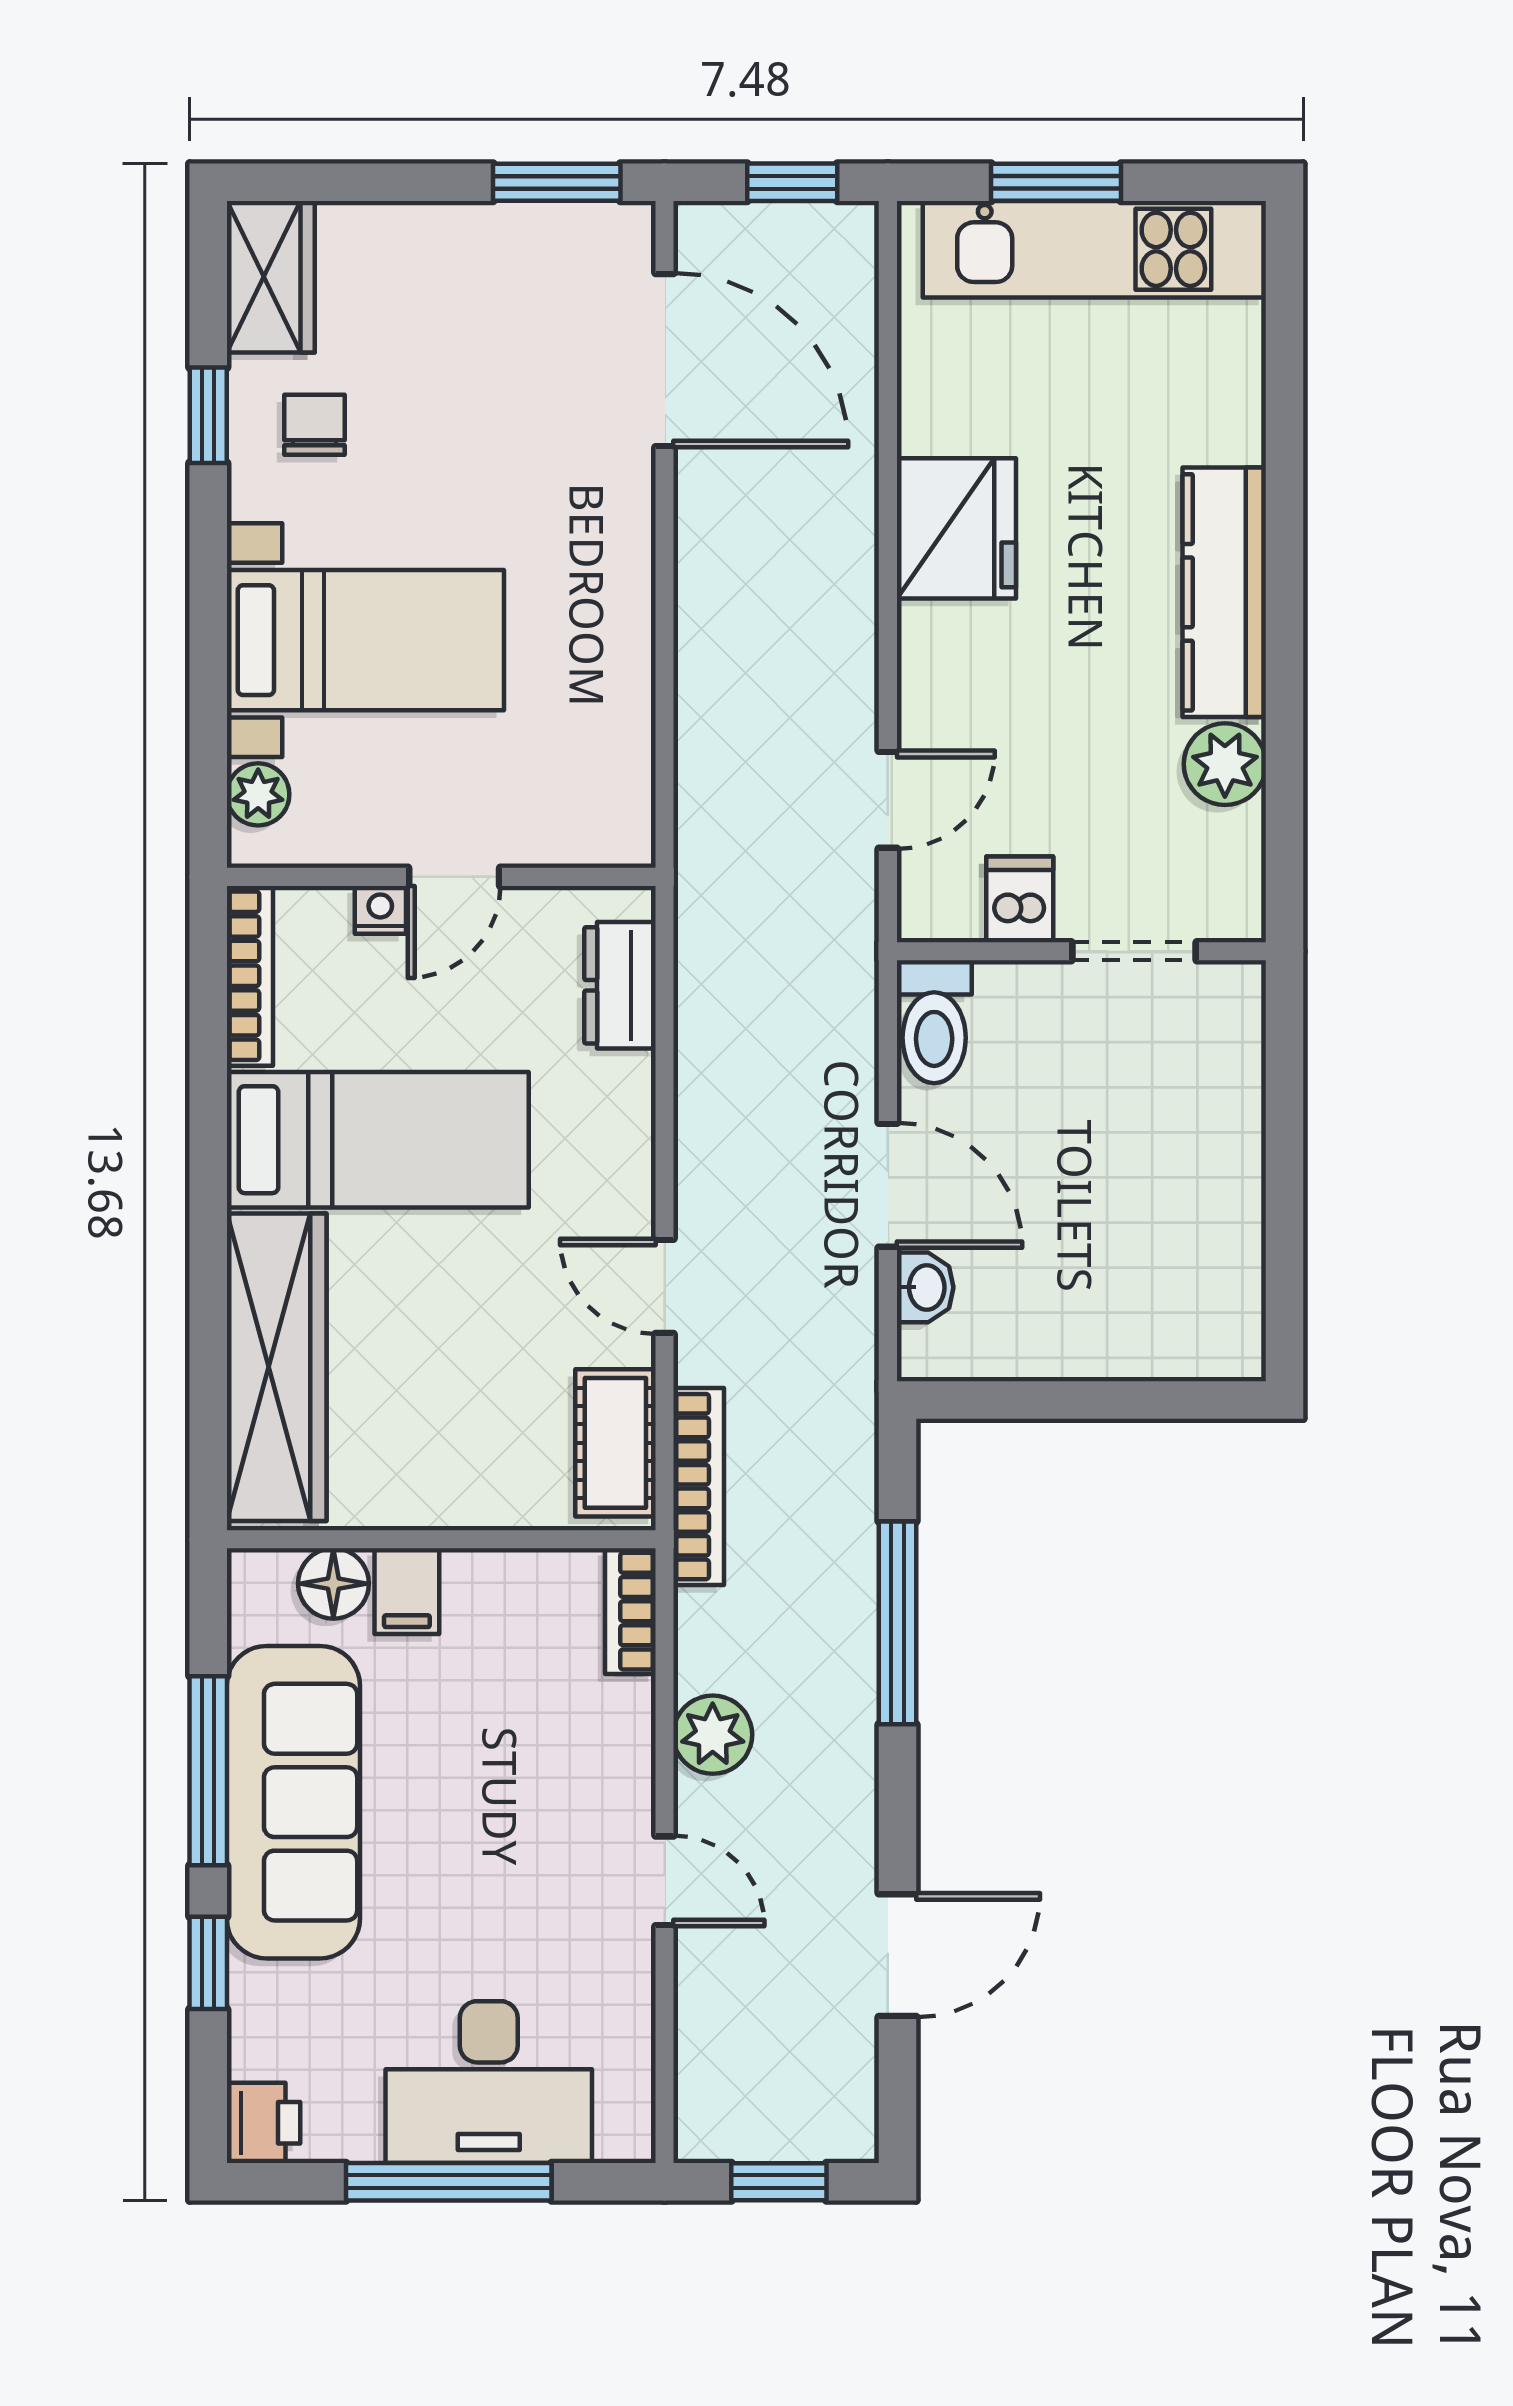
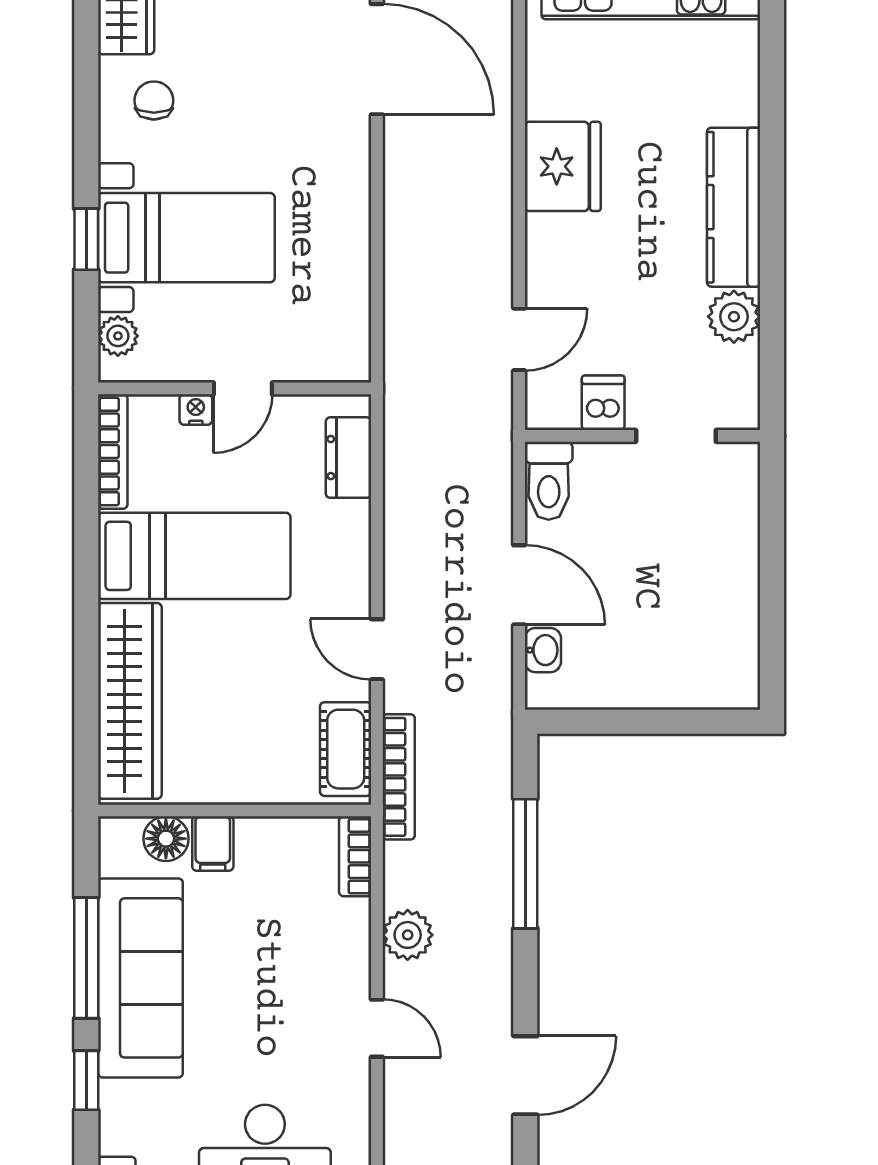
window: (208, 415) -> (86, 239), moved

